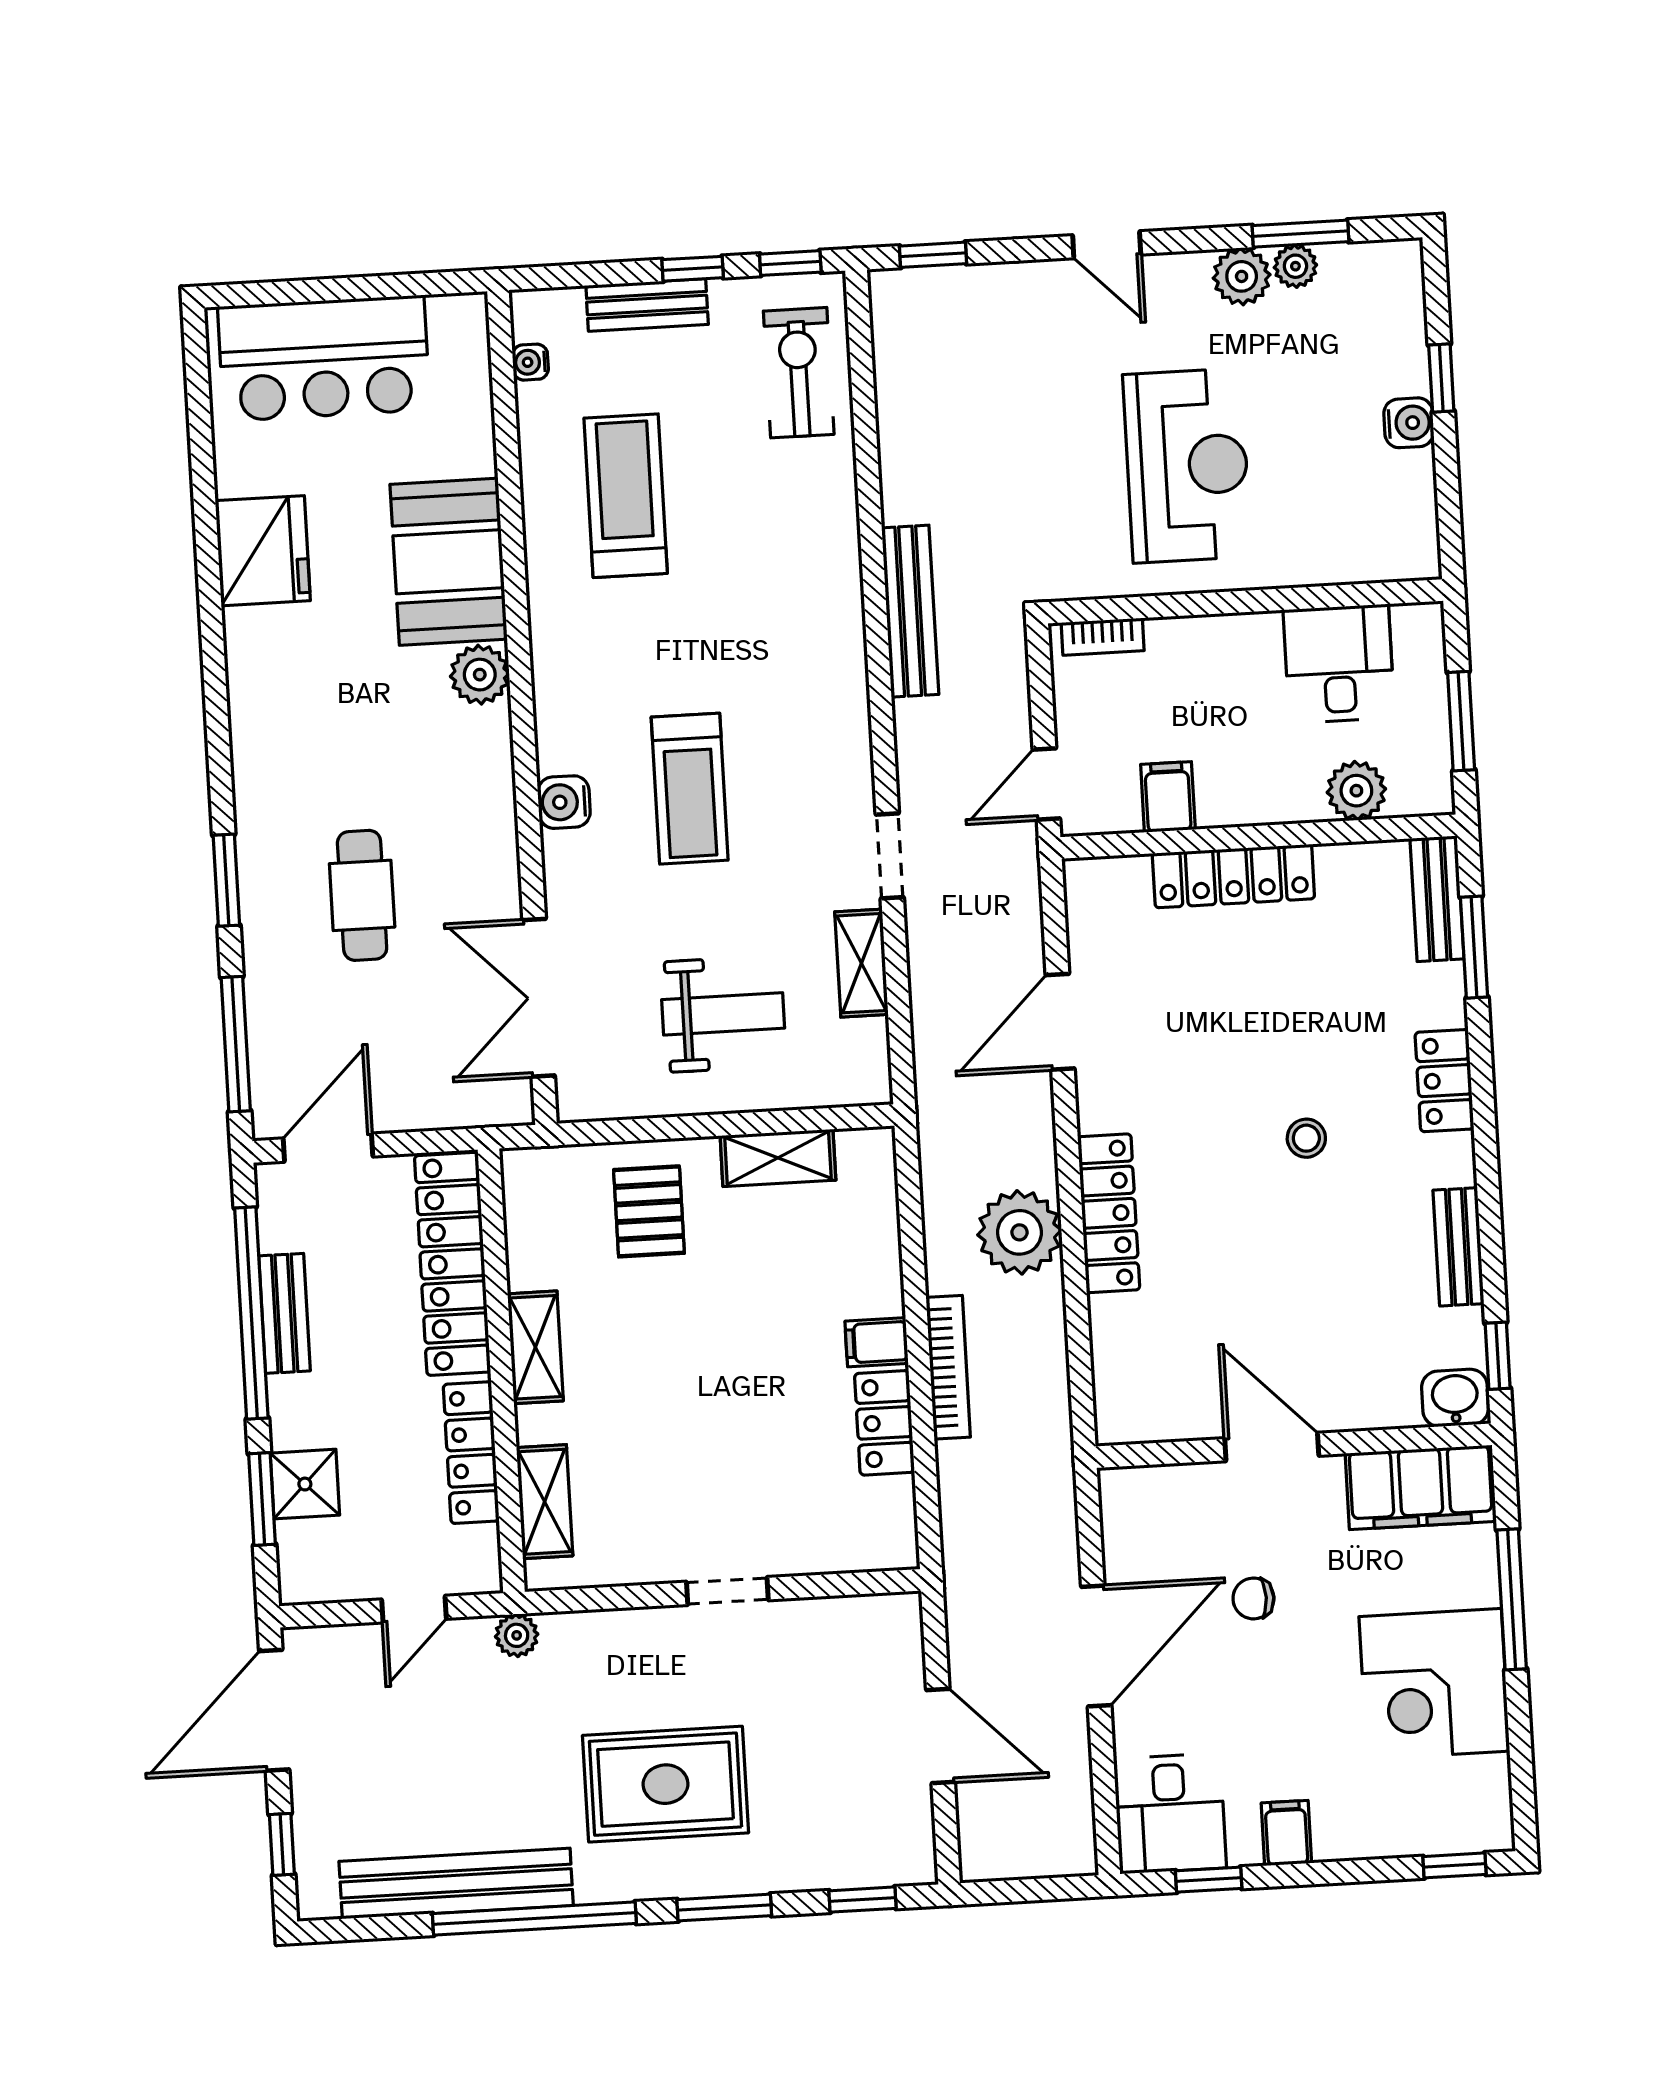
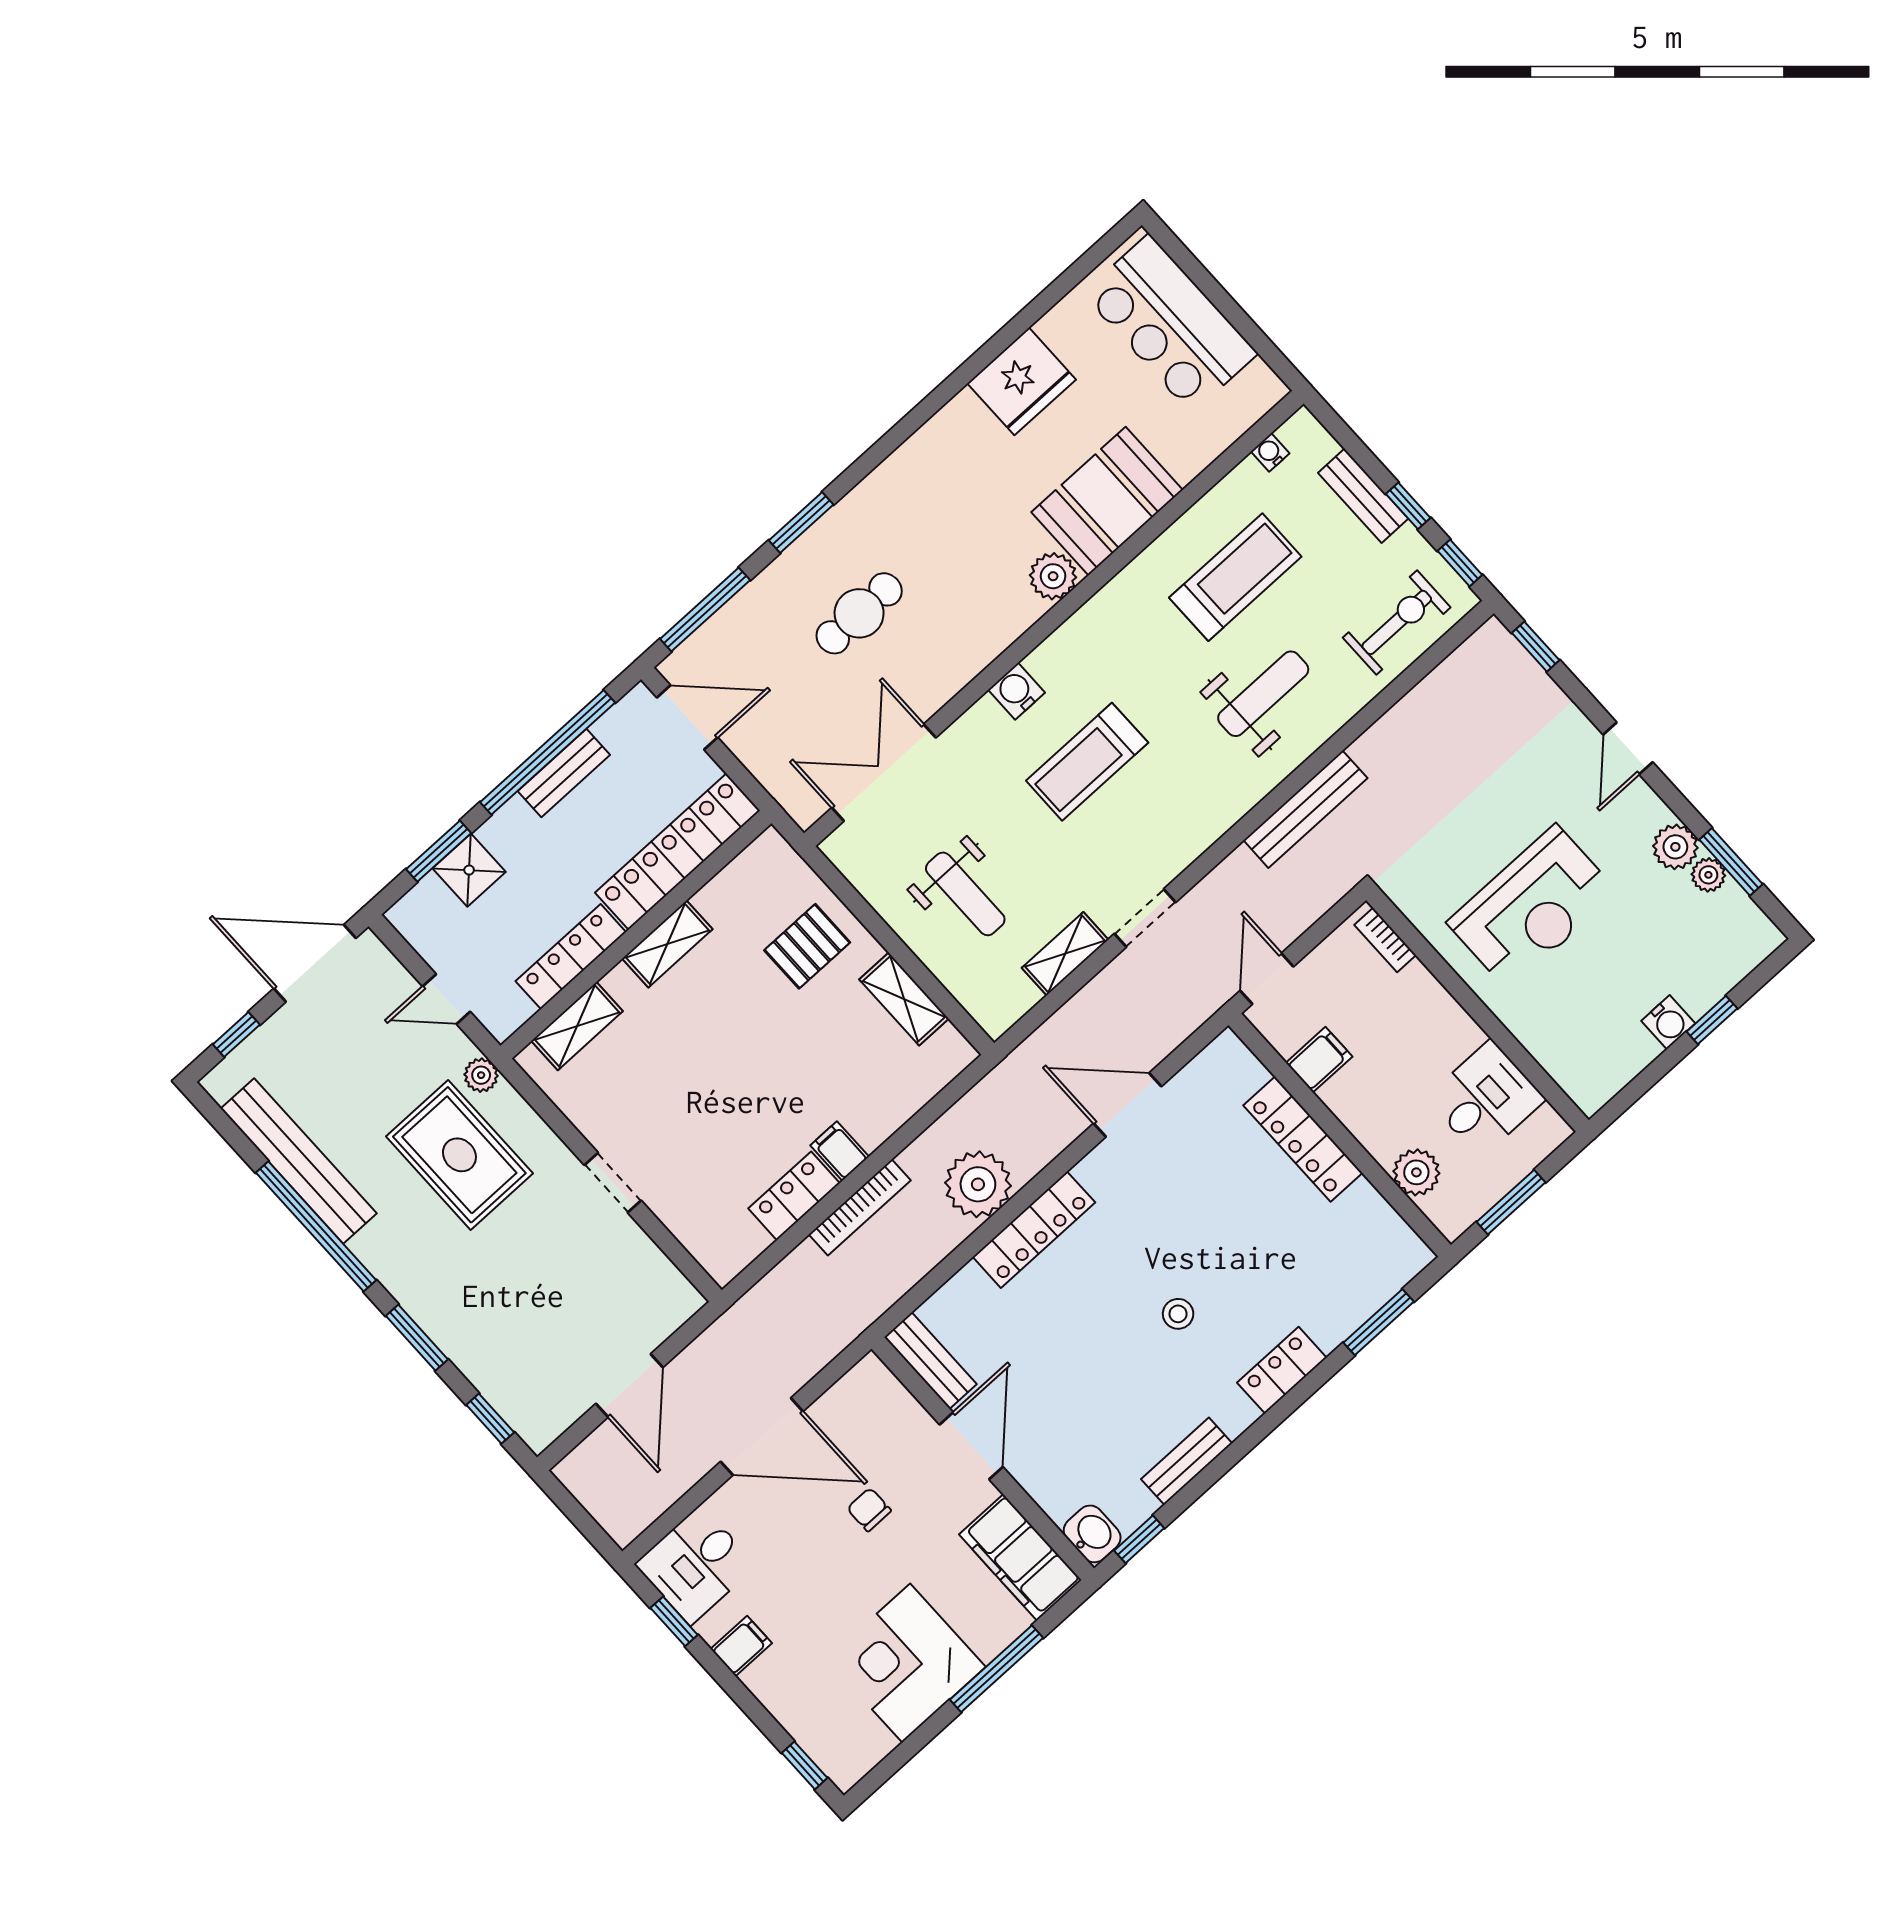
weight bench: (763, 561) -> (1263, 694), added
door: (1046, 784) -> (1267, 979), hinge flipped
bench: (1437, 899) -> (930, 1361), moved, turned 90
rug: (665, 1784) -> (459, 1155), moved

